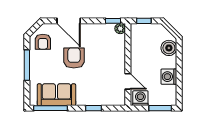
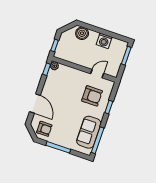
door: (69, 21) -> (35, 104), hinge flipped
armchair: (74, 58) -> (92, 96), moved, turned 180
washing machine: (140, 98) -> (113, 68), removed

